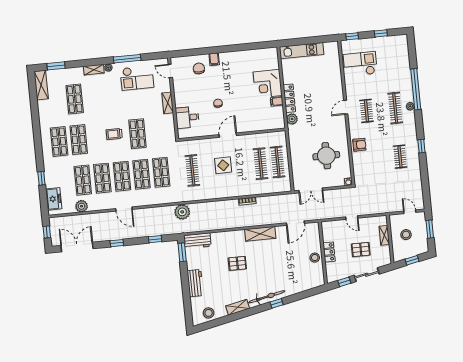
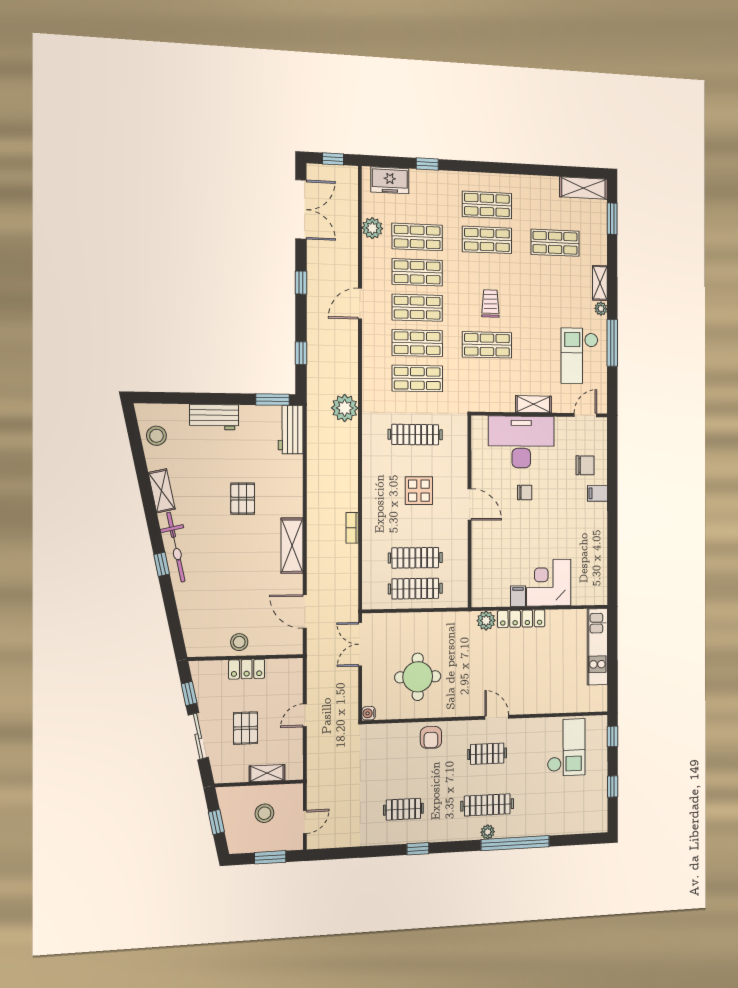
desk: (187, 117) -> (521, 442), width x1.87, depth x1.30

